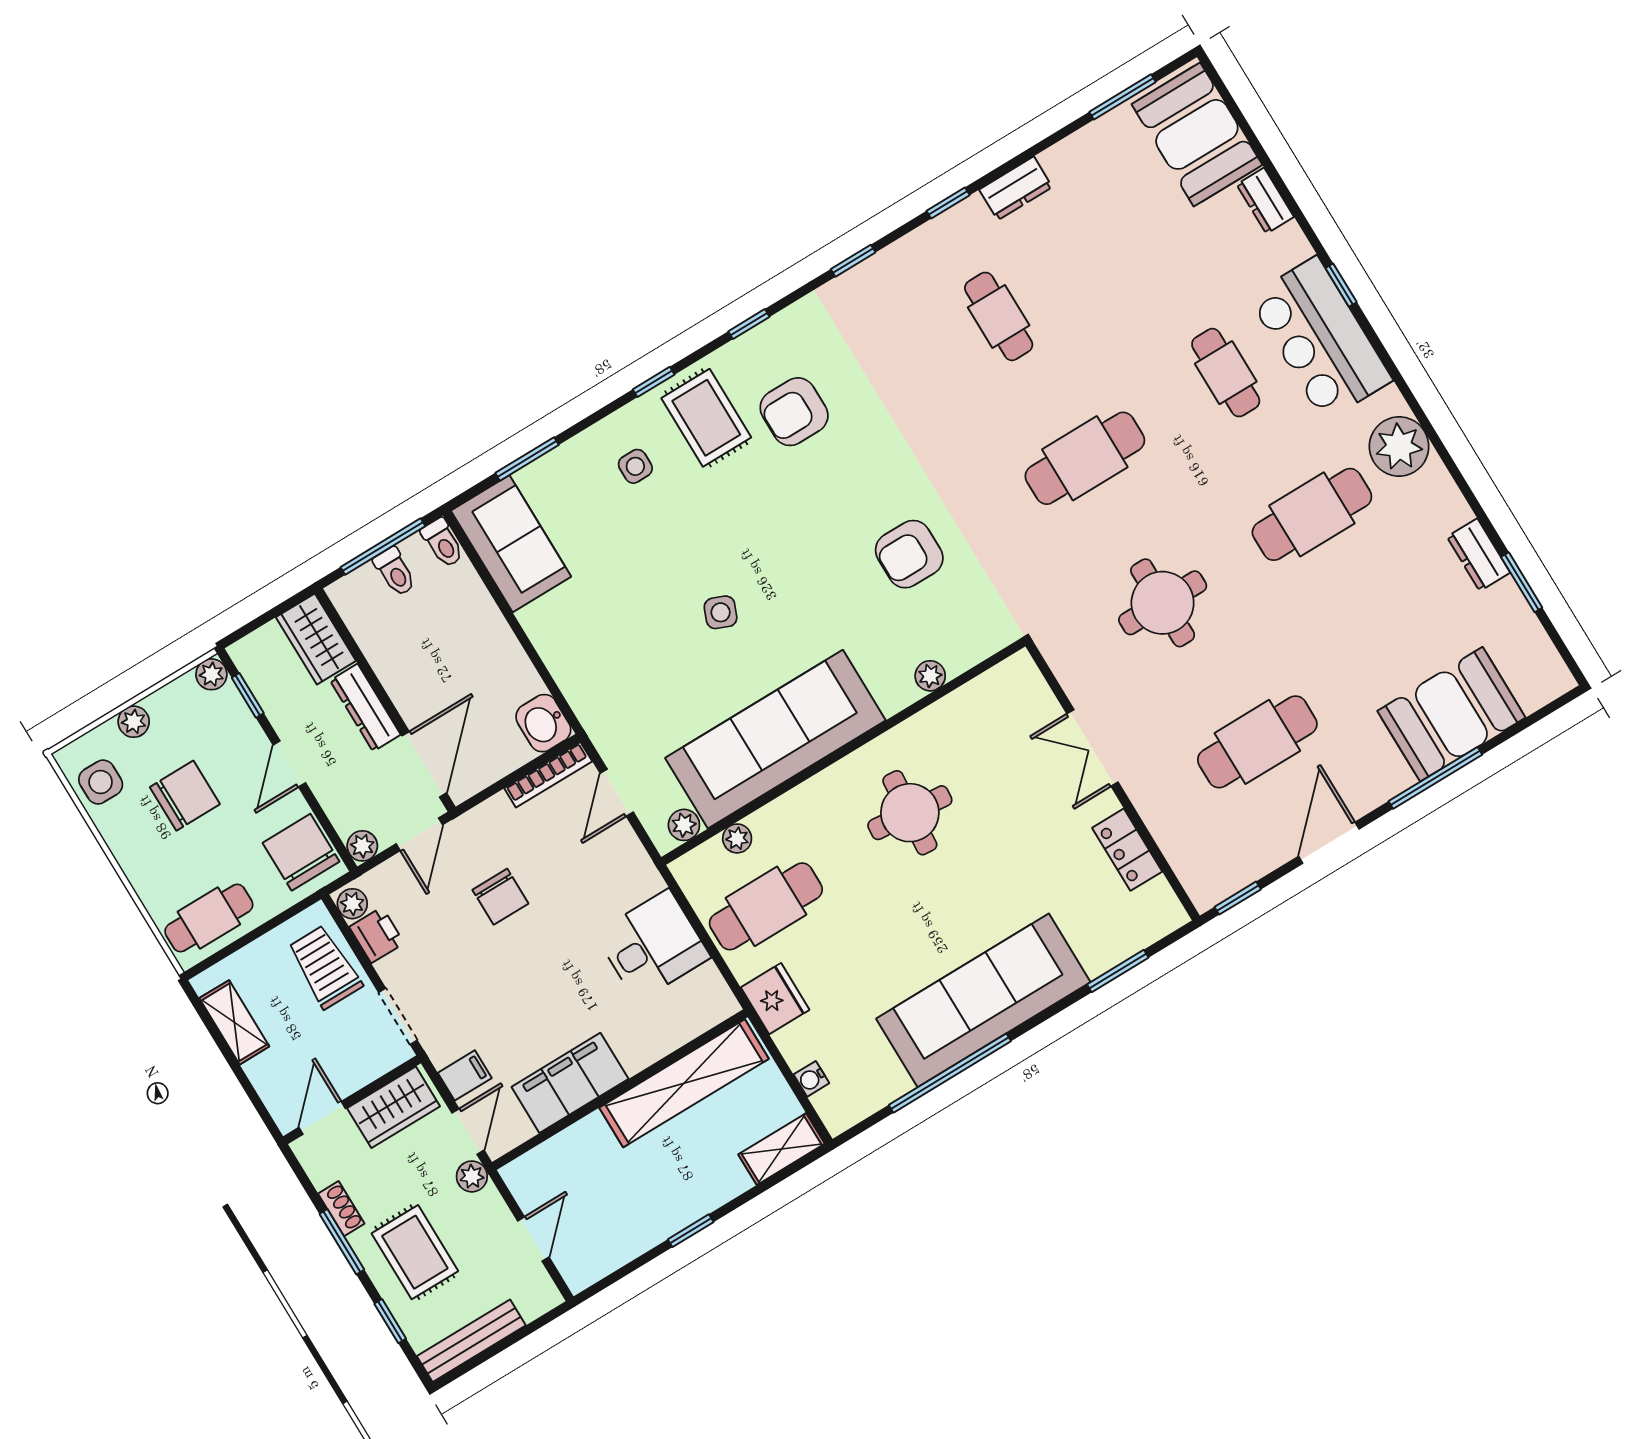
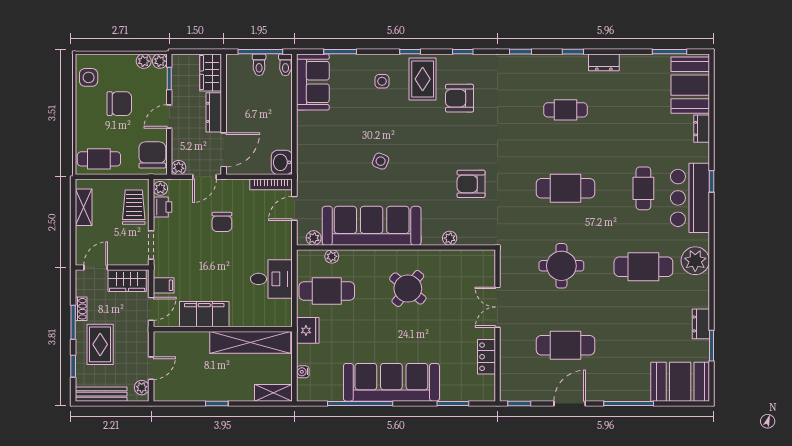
cafe table: (999, 316) -> (566, 110), turned 90
booth: (1451, 714) -> (680, 382), moved
plant: (134, 722) -> (144, 61), moved
round table: (910, 813) -> (408, 288), turned 34
plant: (472, 1176) -> (142, 388), moved

